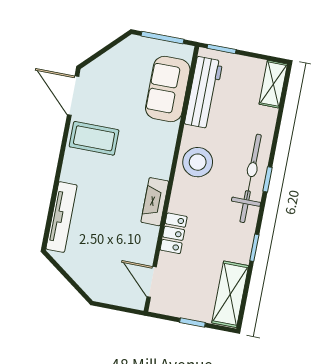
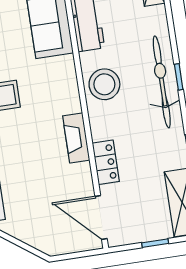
door: (152, 282) -> (101, 217), width x1.38

